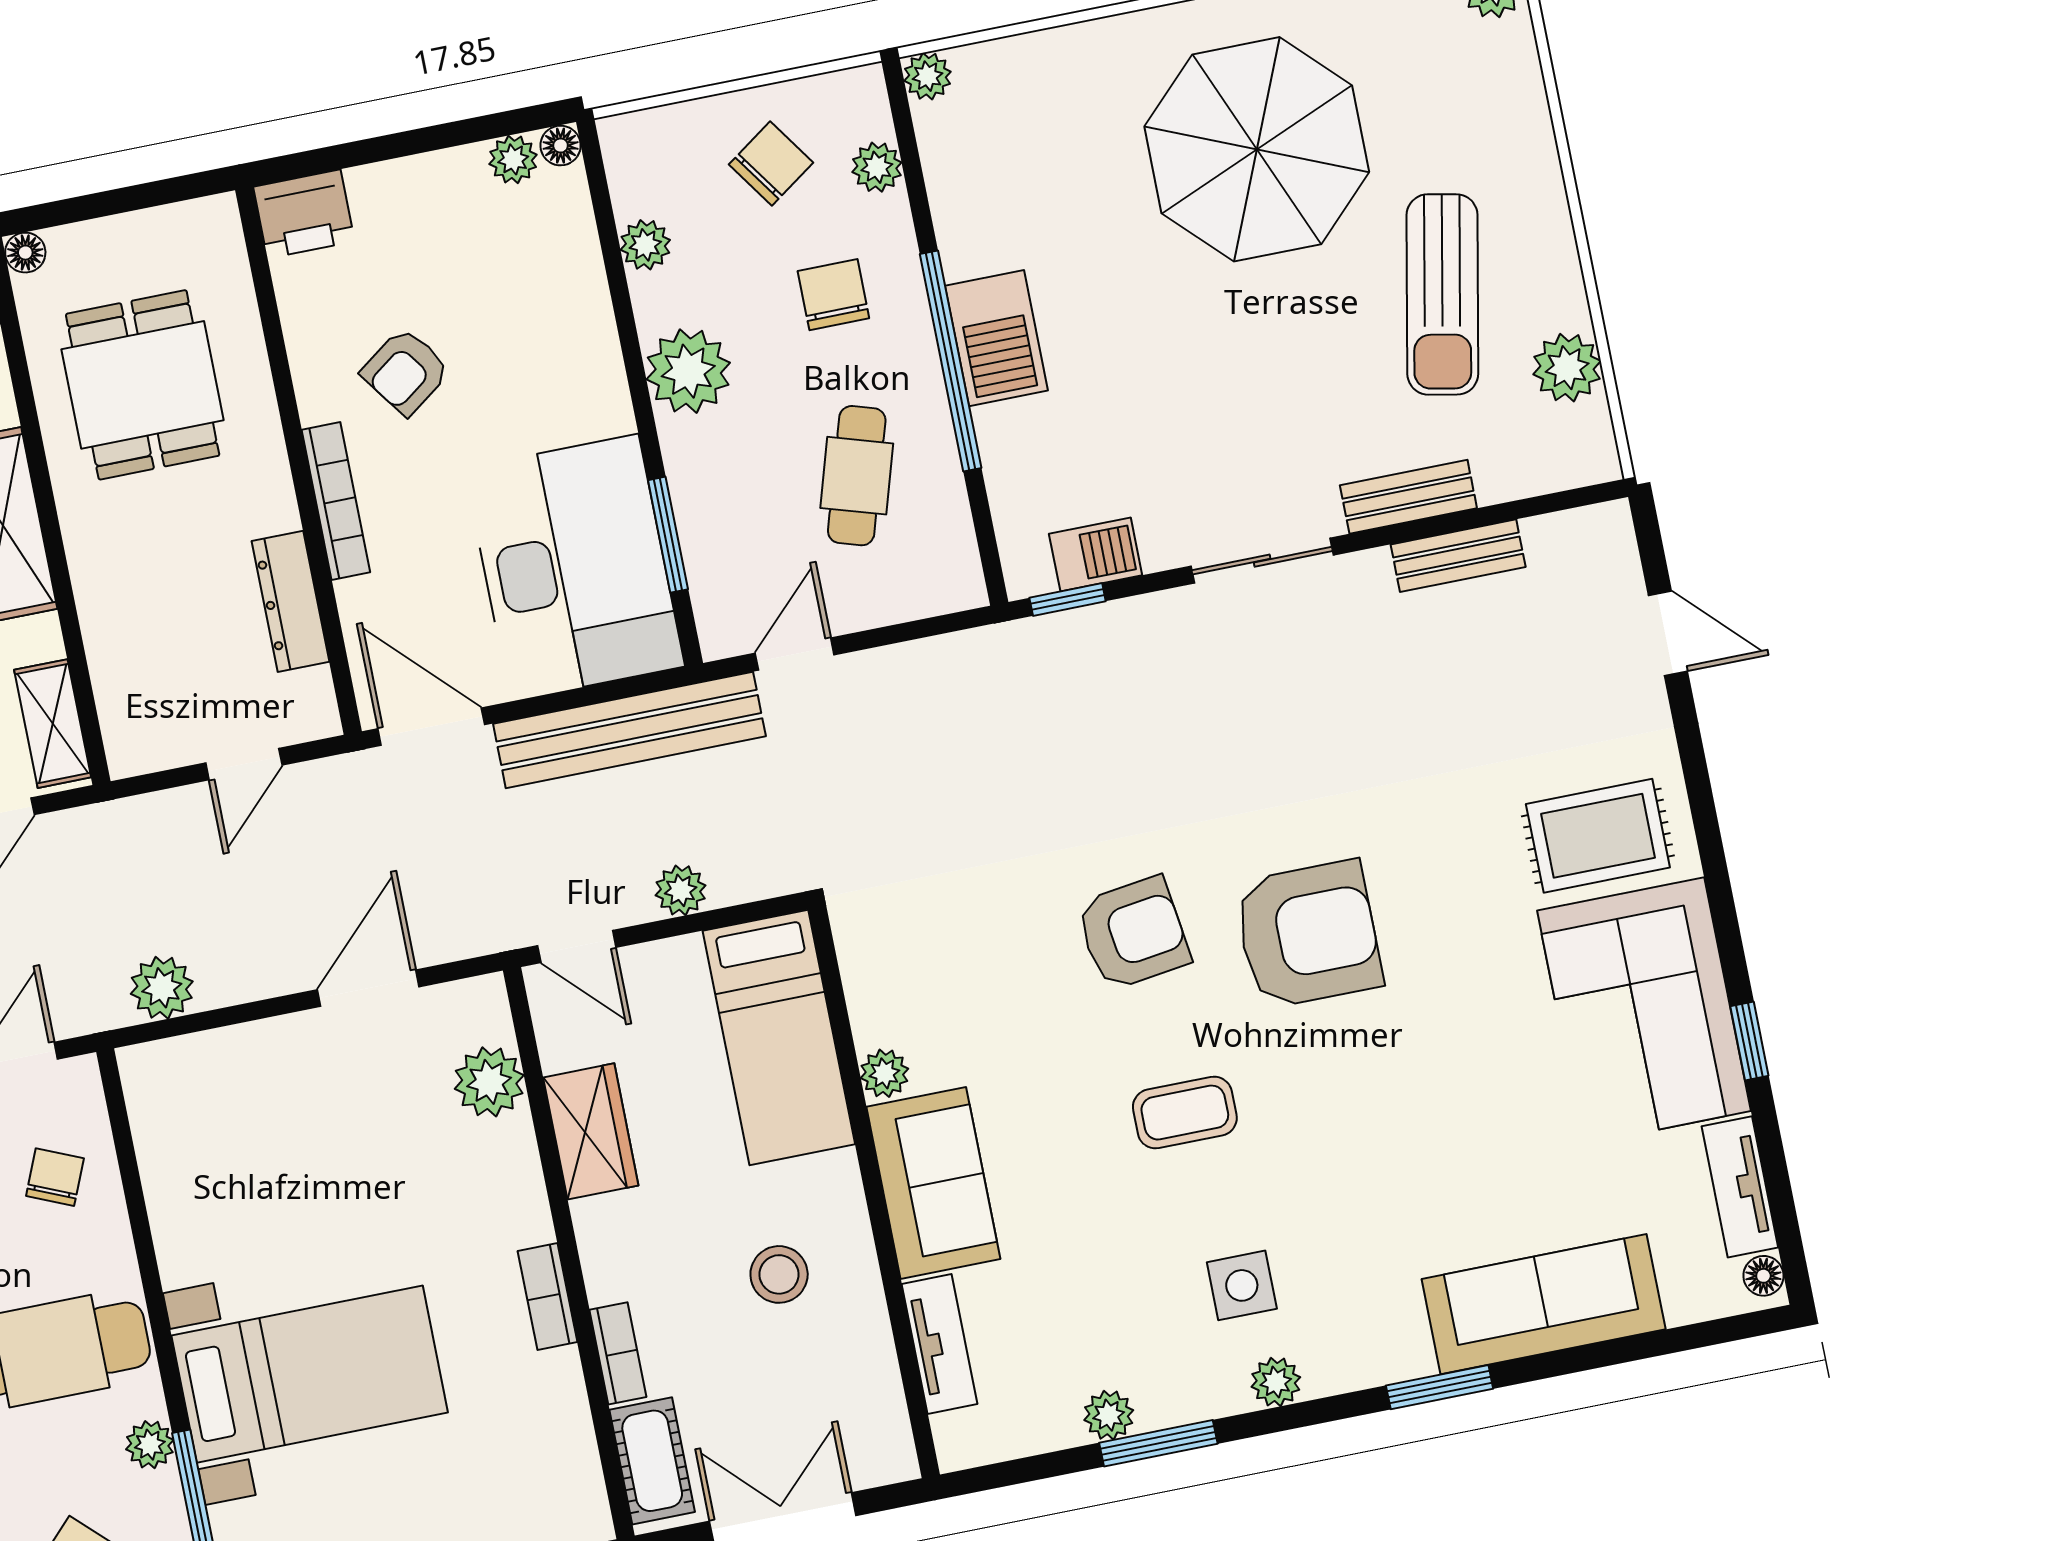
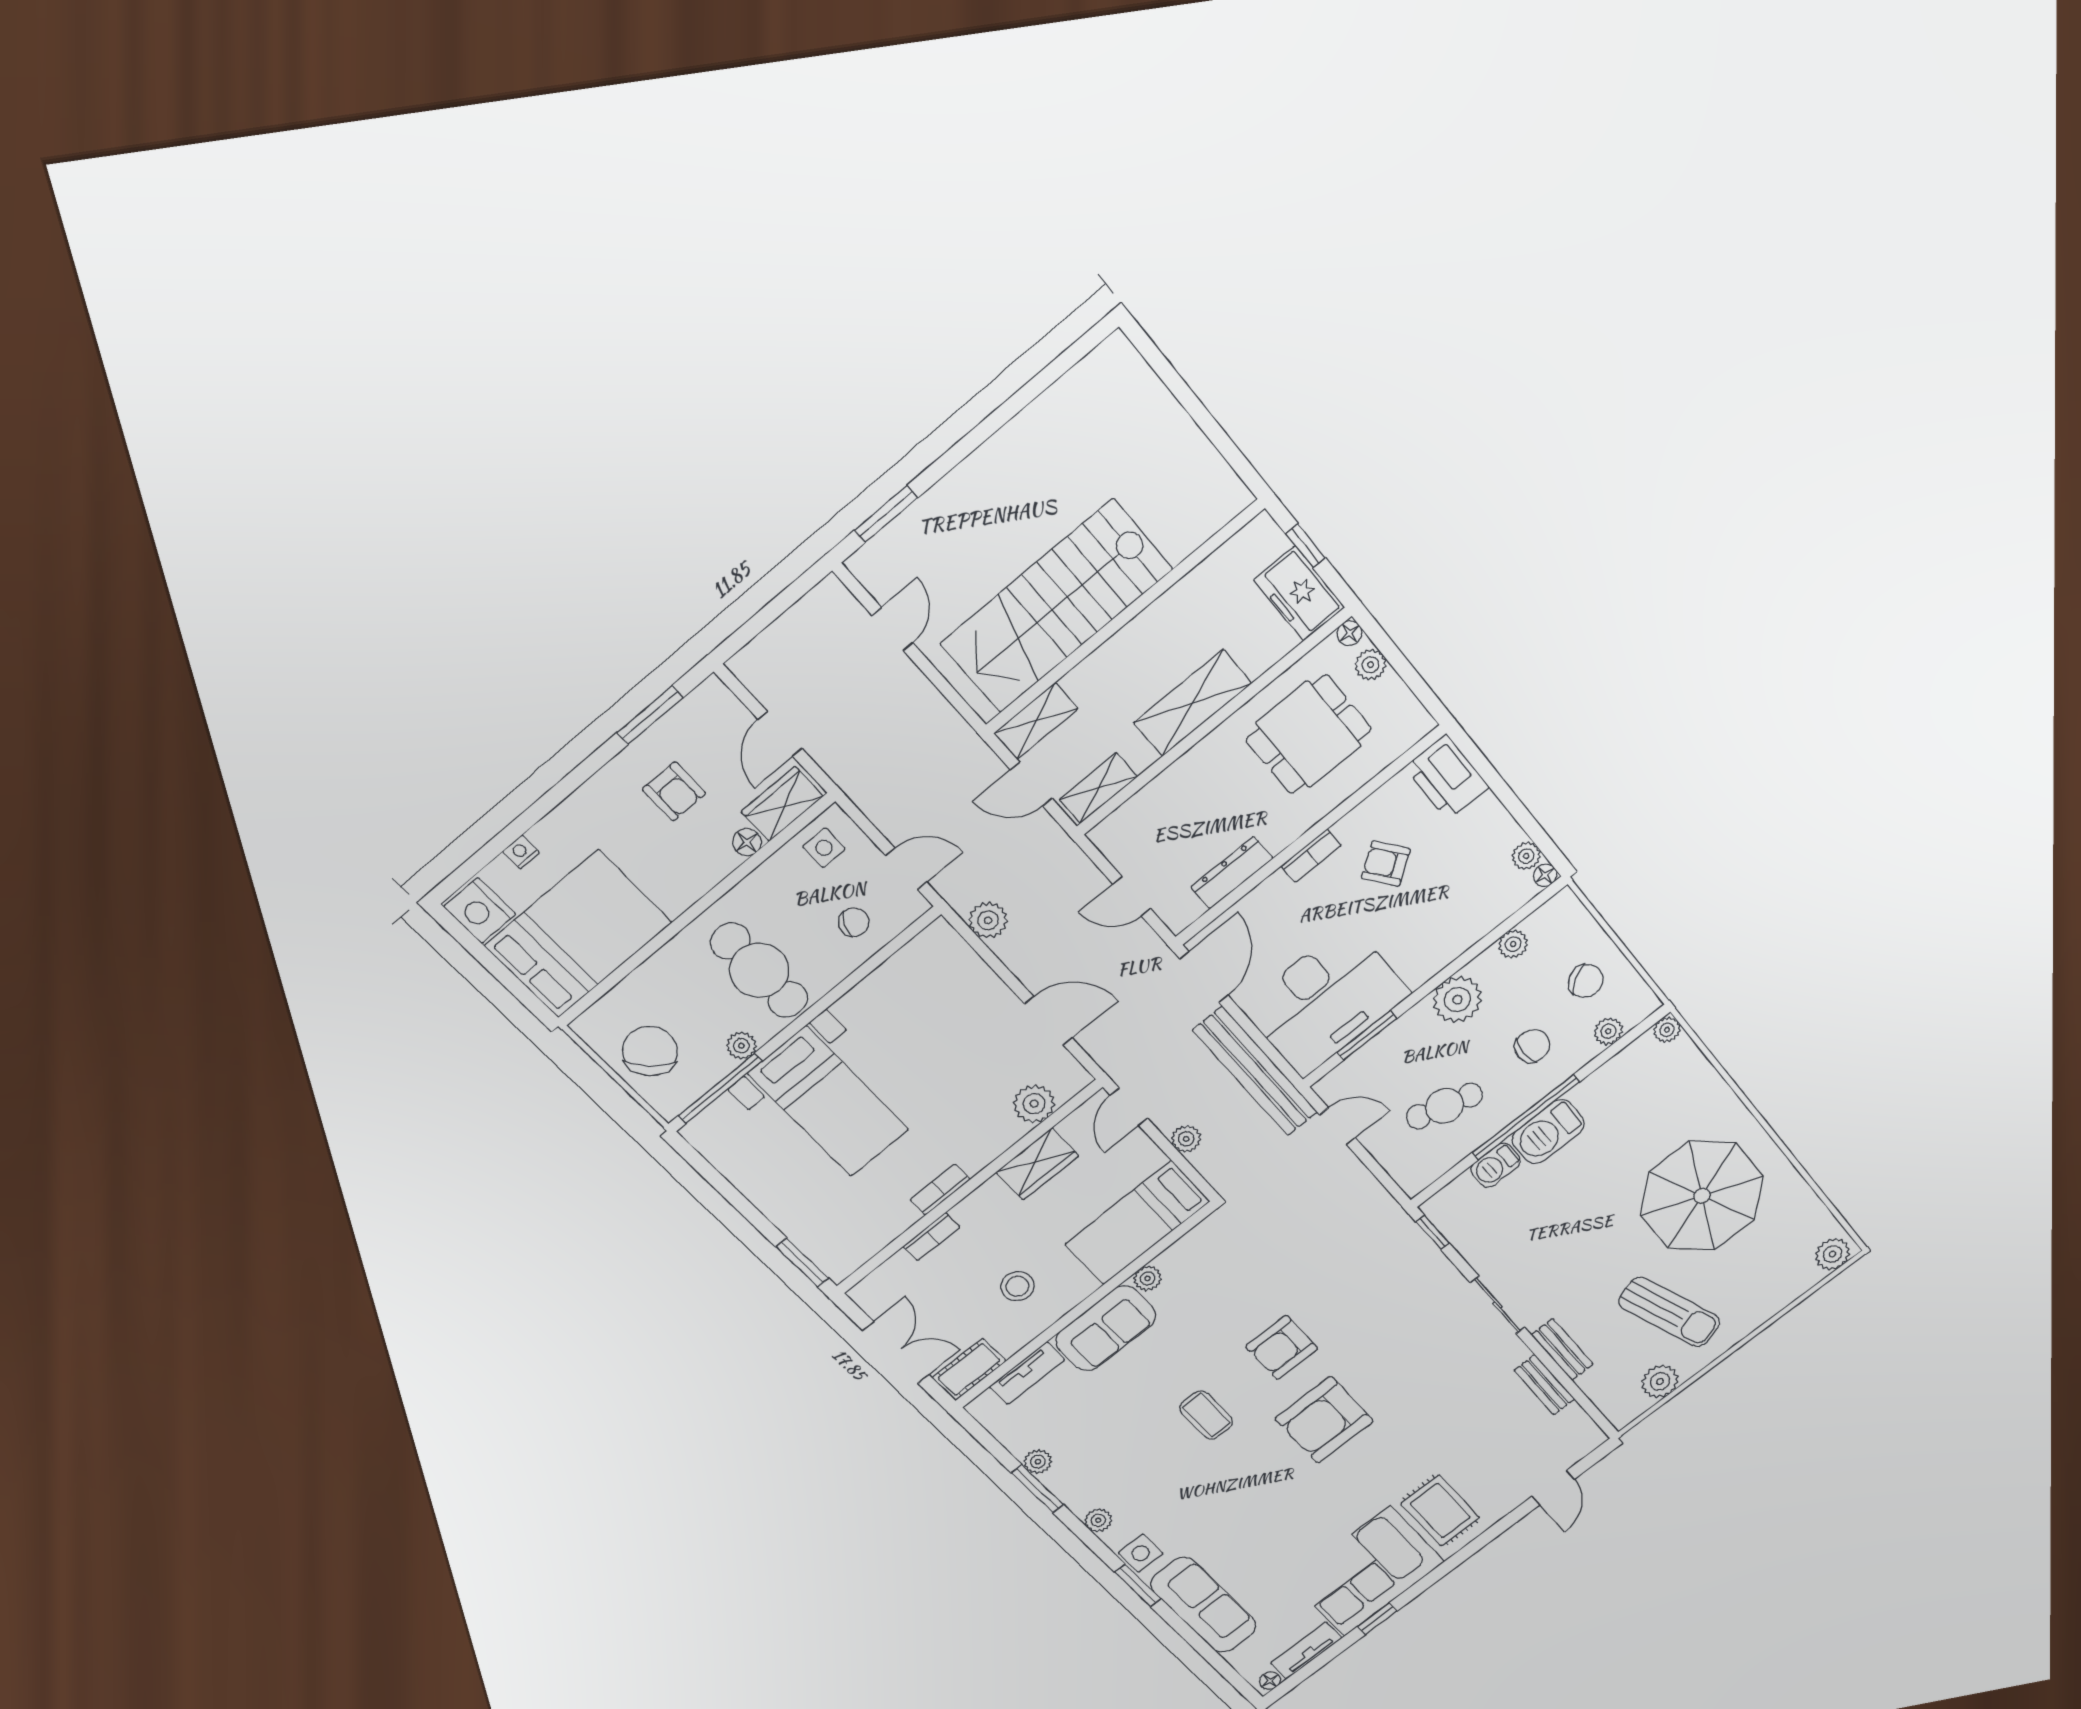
printer: (304, 214) -> (1447, 777), width x1.37, depth x1.19
plant: (89, 245) -> (1371, 665), added
sun lounger: (1442, 294) -> (1669, 1312), turned -120
bookcase: (336, 501) -> (1311, 856), width x0.64
barbecue: (1096, 554) -> (1496, 1165), moved, turned 90
armchair: (1133, 933) -> (1282, 1347), turned 98
armchair: (1308, 934) -> (1324, 1420), turned 90
side table: (1242, 1285) -> (1141, 1553), moved
cot: (652, 1461) -> (969, 1369), moved

